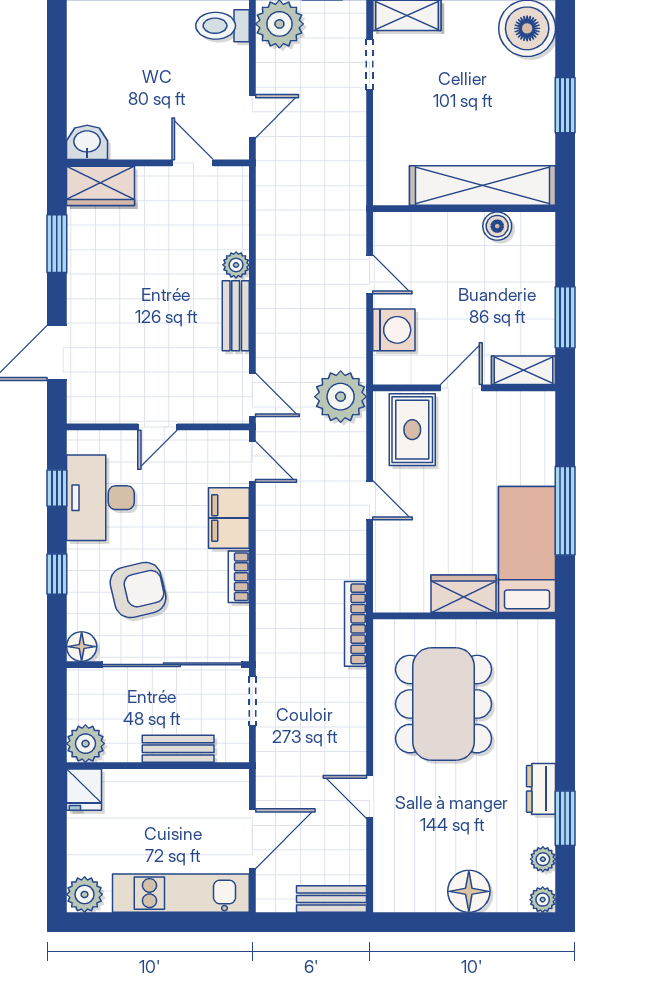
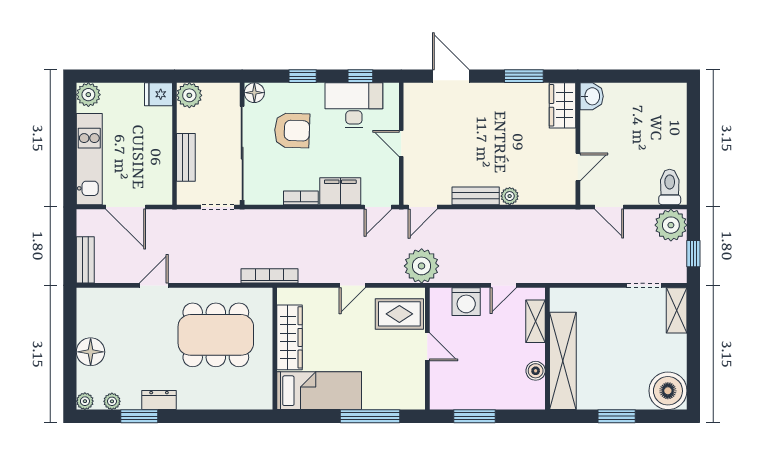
shelving: (523, 370) -> (536, 321), moved
window: (565, 511) -> (370, 416), moved
armchair: (138, 590) -> (292, 130), turned -75
wardrobe: (464, 594) -> (290, 337), width x1.50

